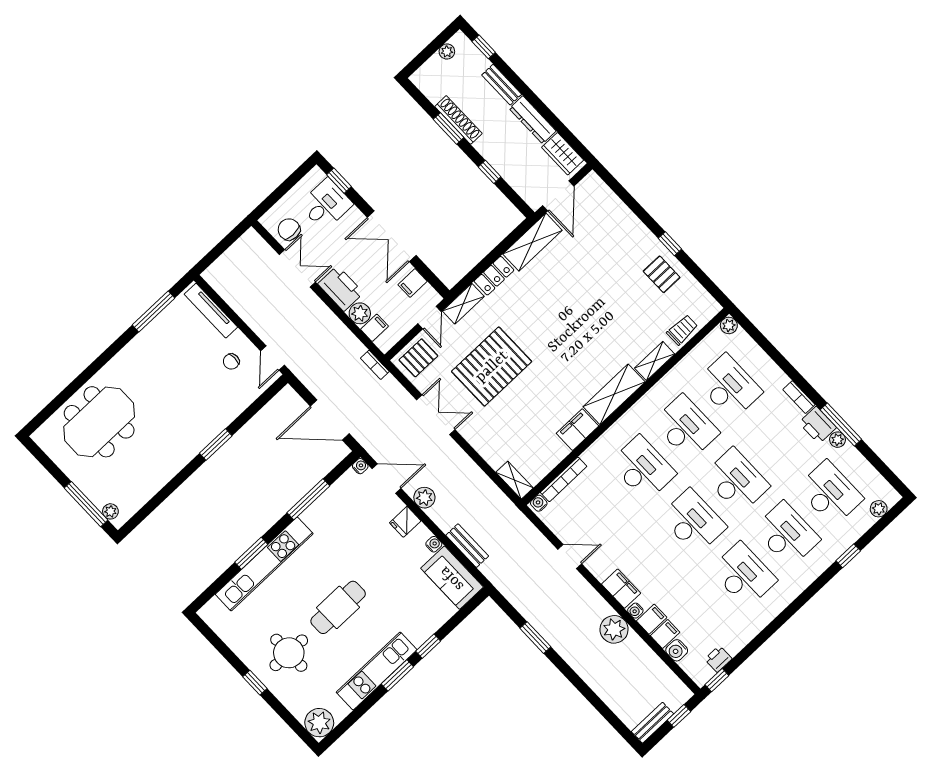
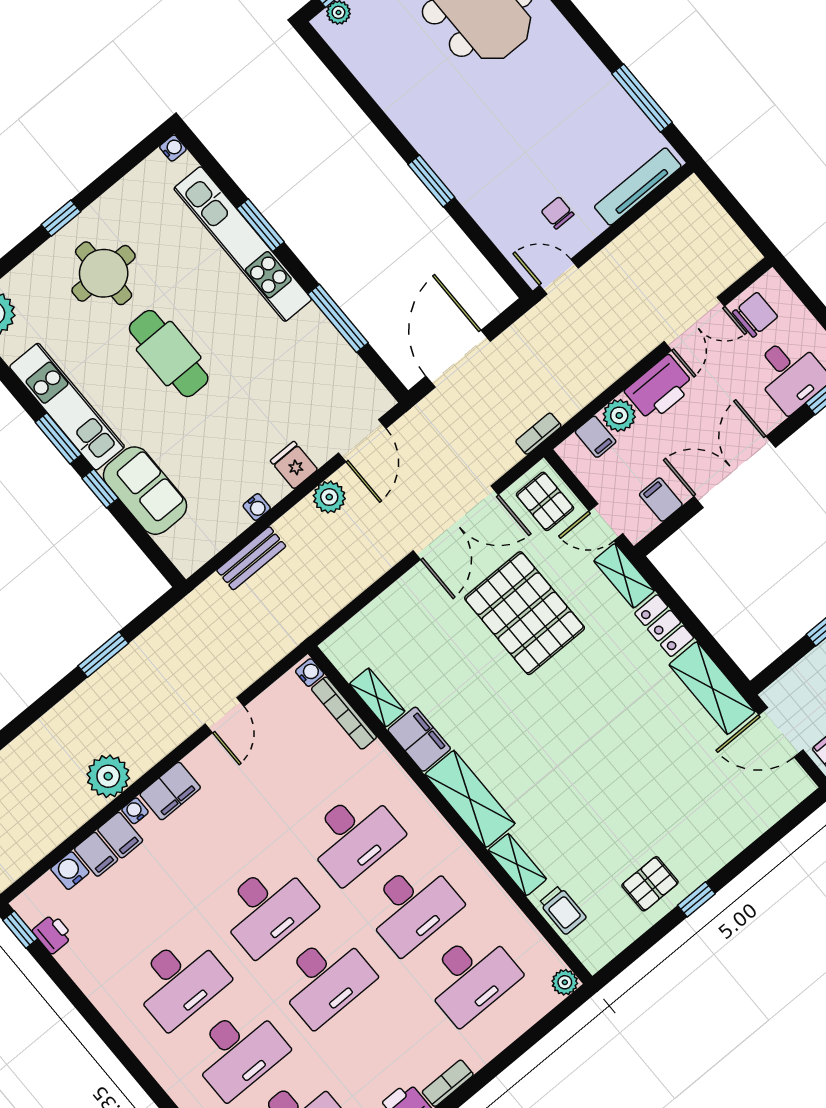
double door: (436, 415) -> (456, 523), width x1.37
water cooler: (360, 466) -> (173, 148), moved, turned -90
shelving: (515, 480) -> (377, 698), moved, turned 90
sofa: (452, 578) -> (145, 491), moved, turned 90

